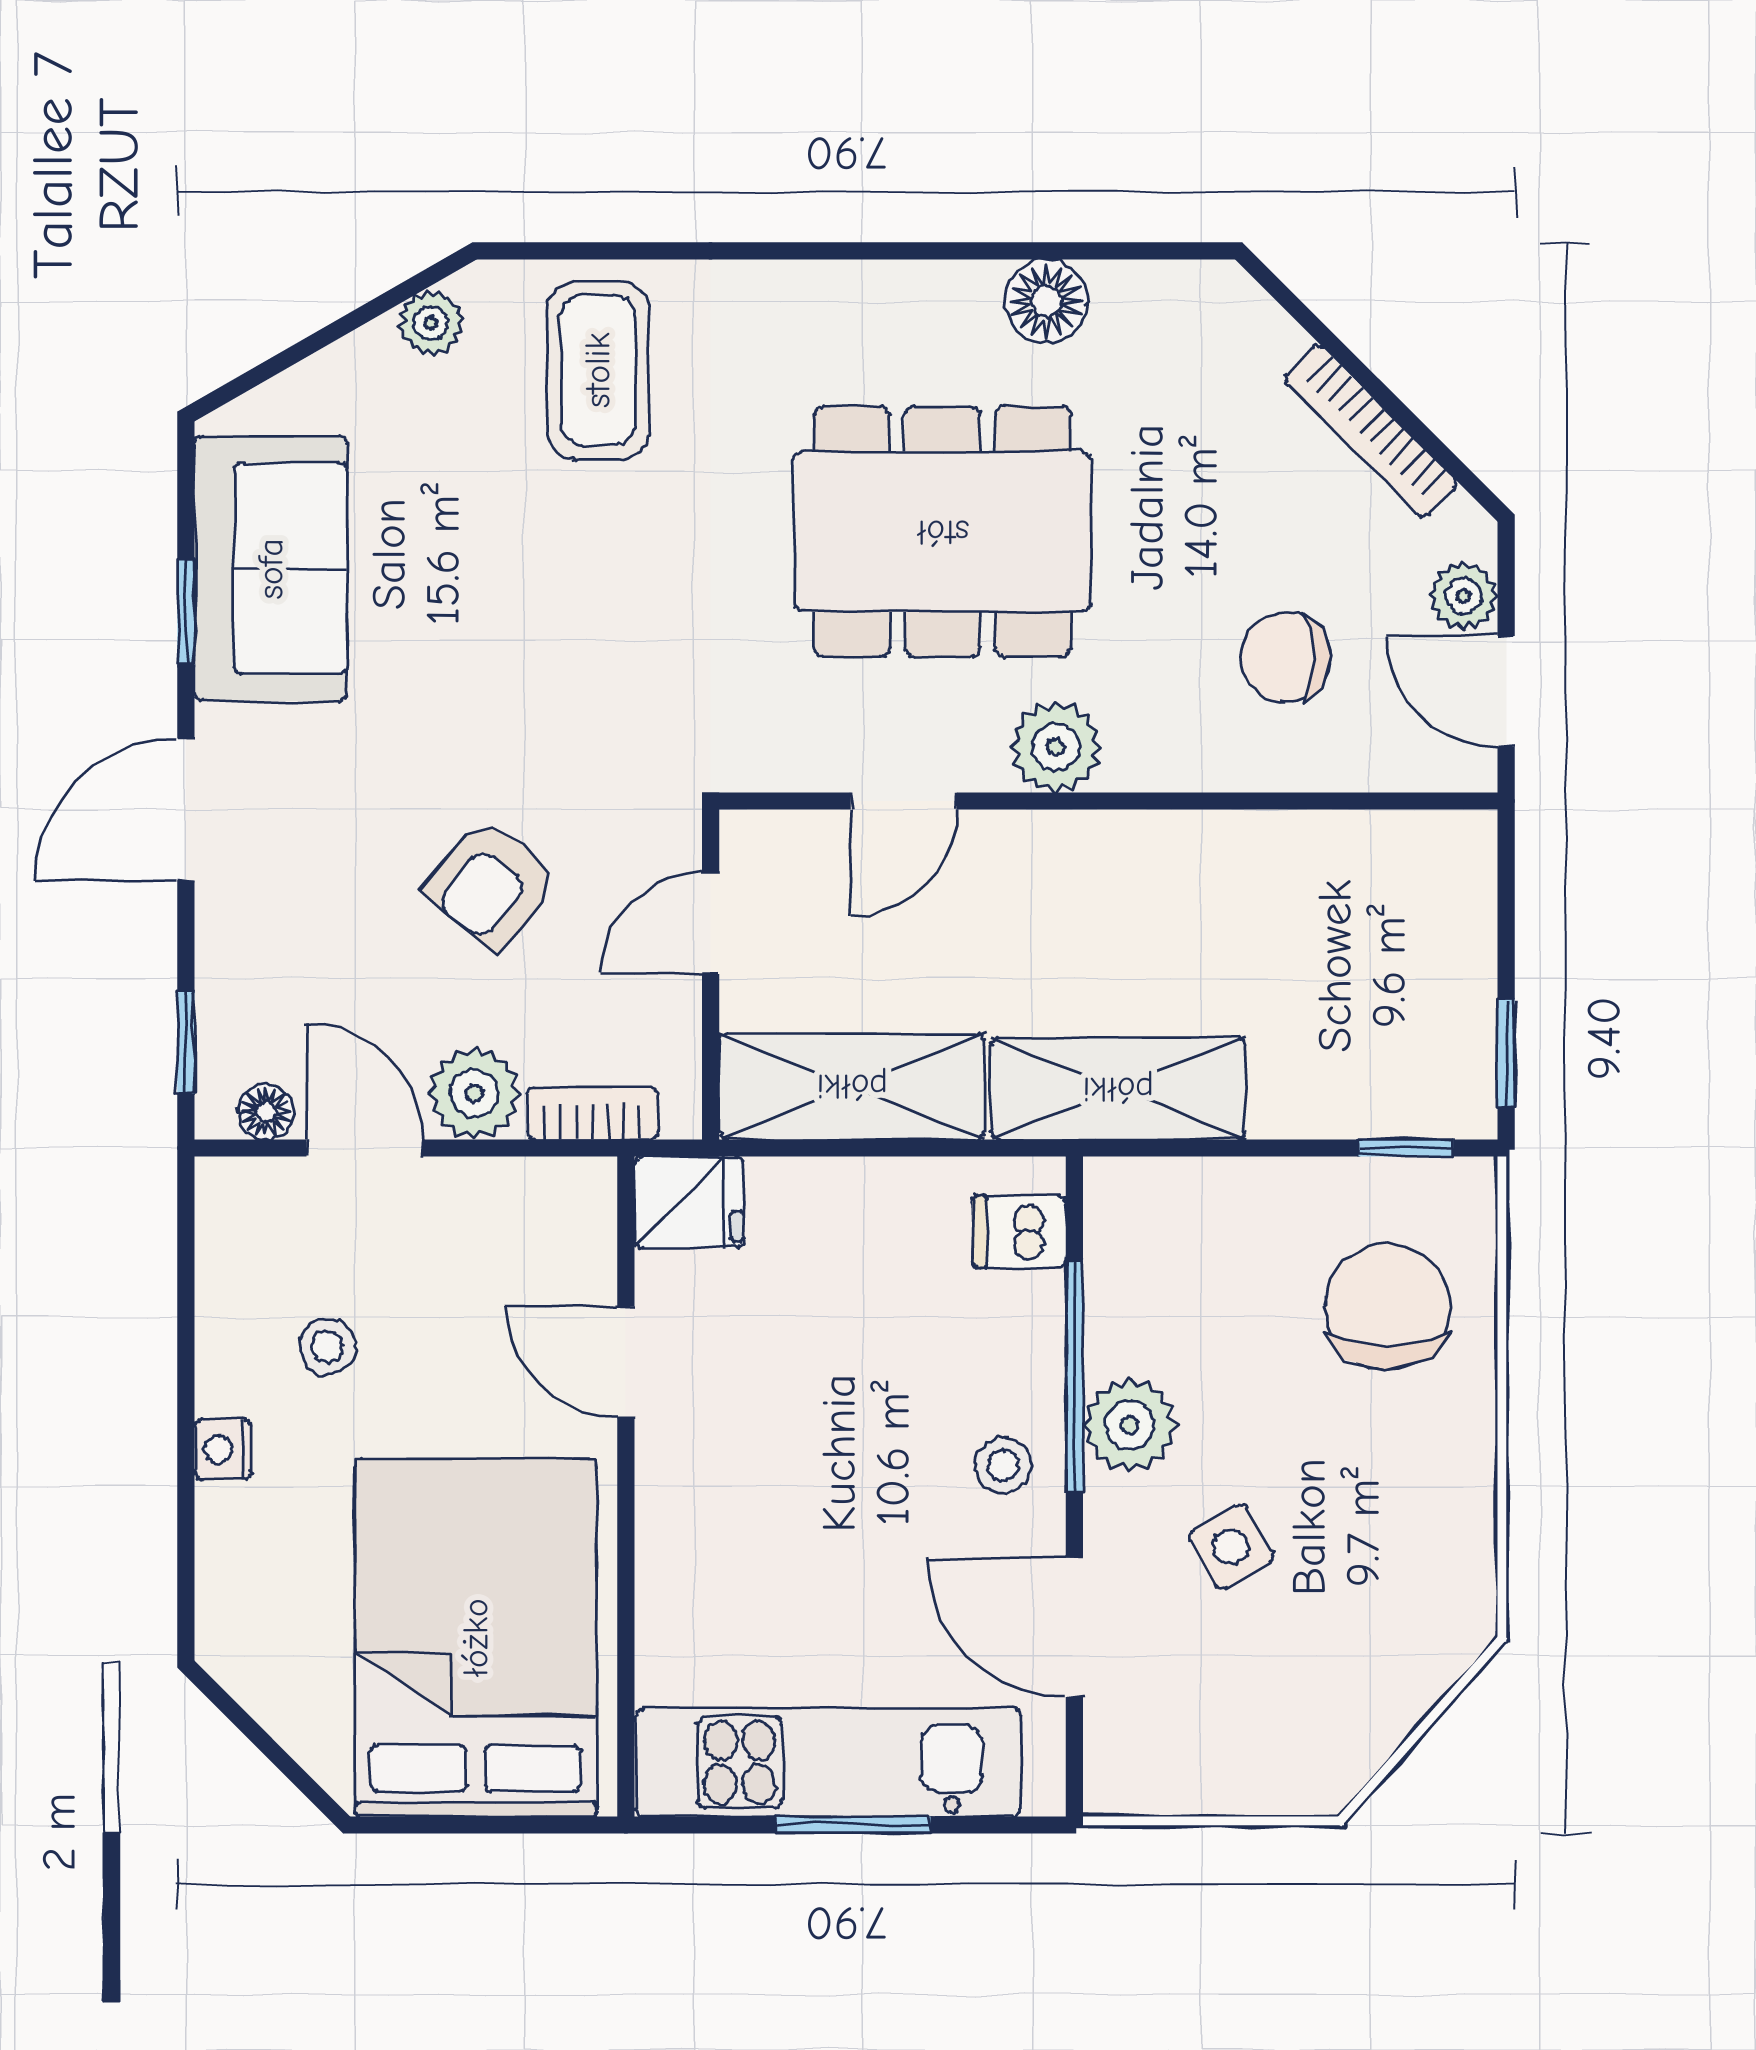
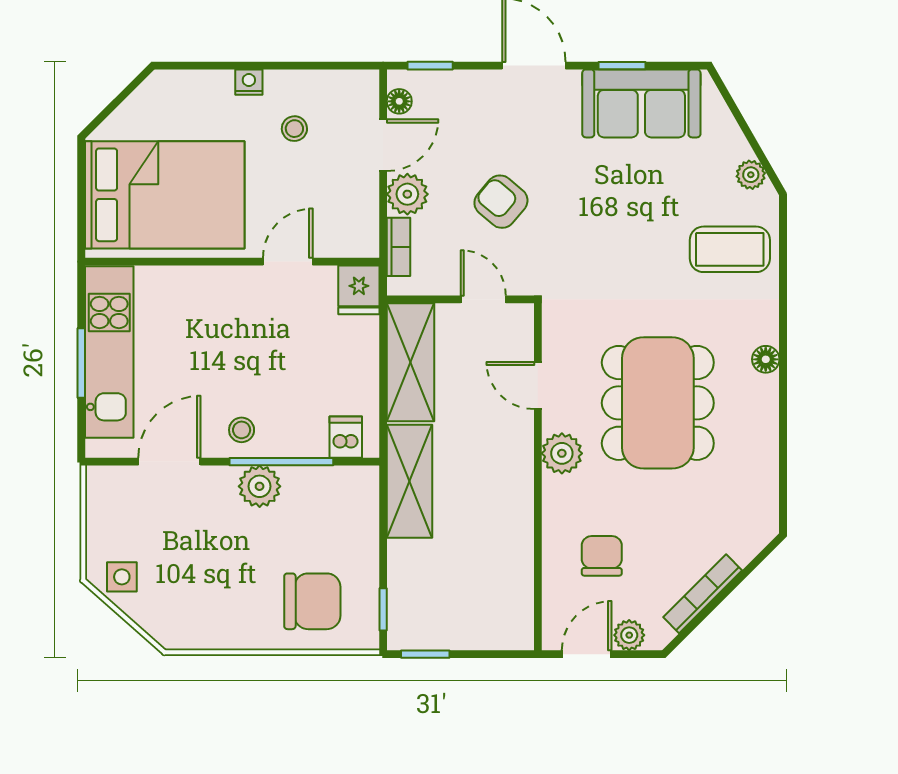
floor lamp: (1046, 301) -> (766, 359), moved, width x0.73, depth x0.73
side table: (1231, 1546) -> (122, 577), moved, turned 30

